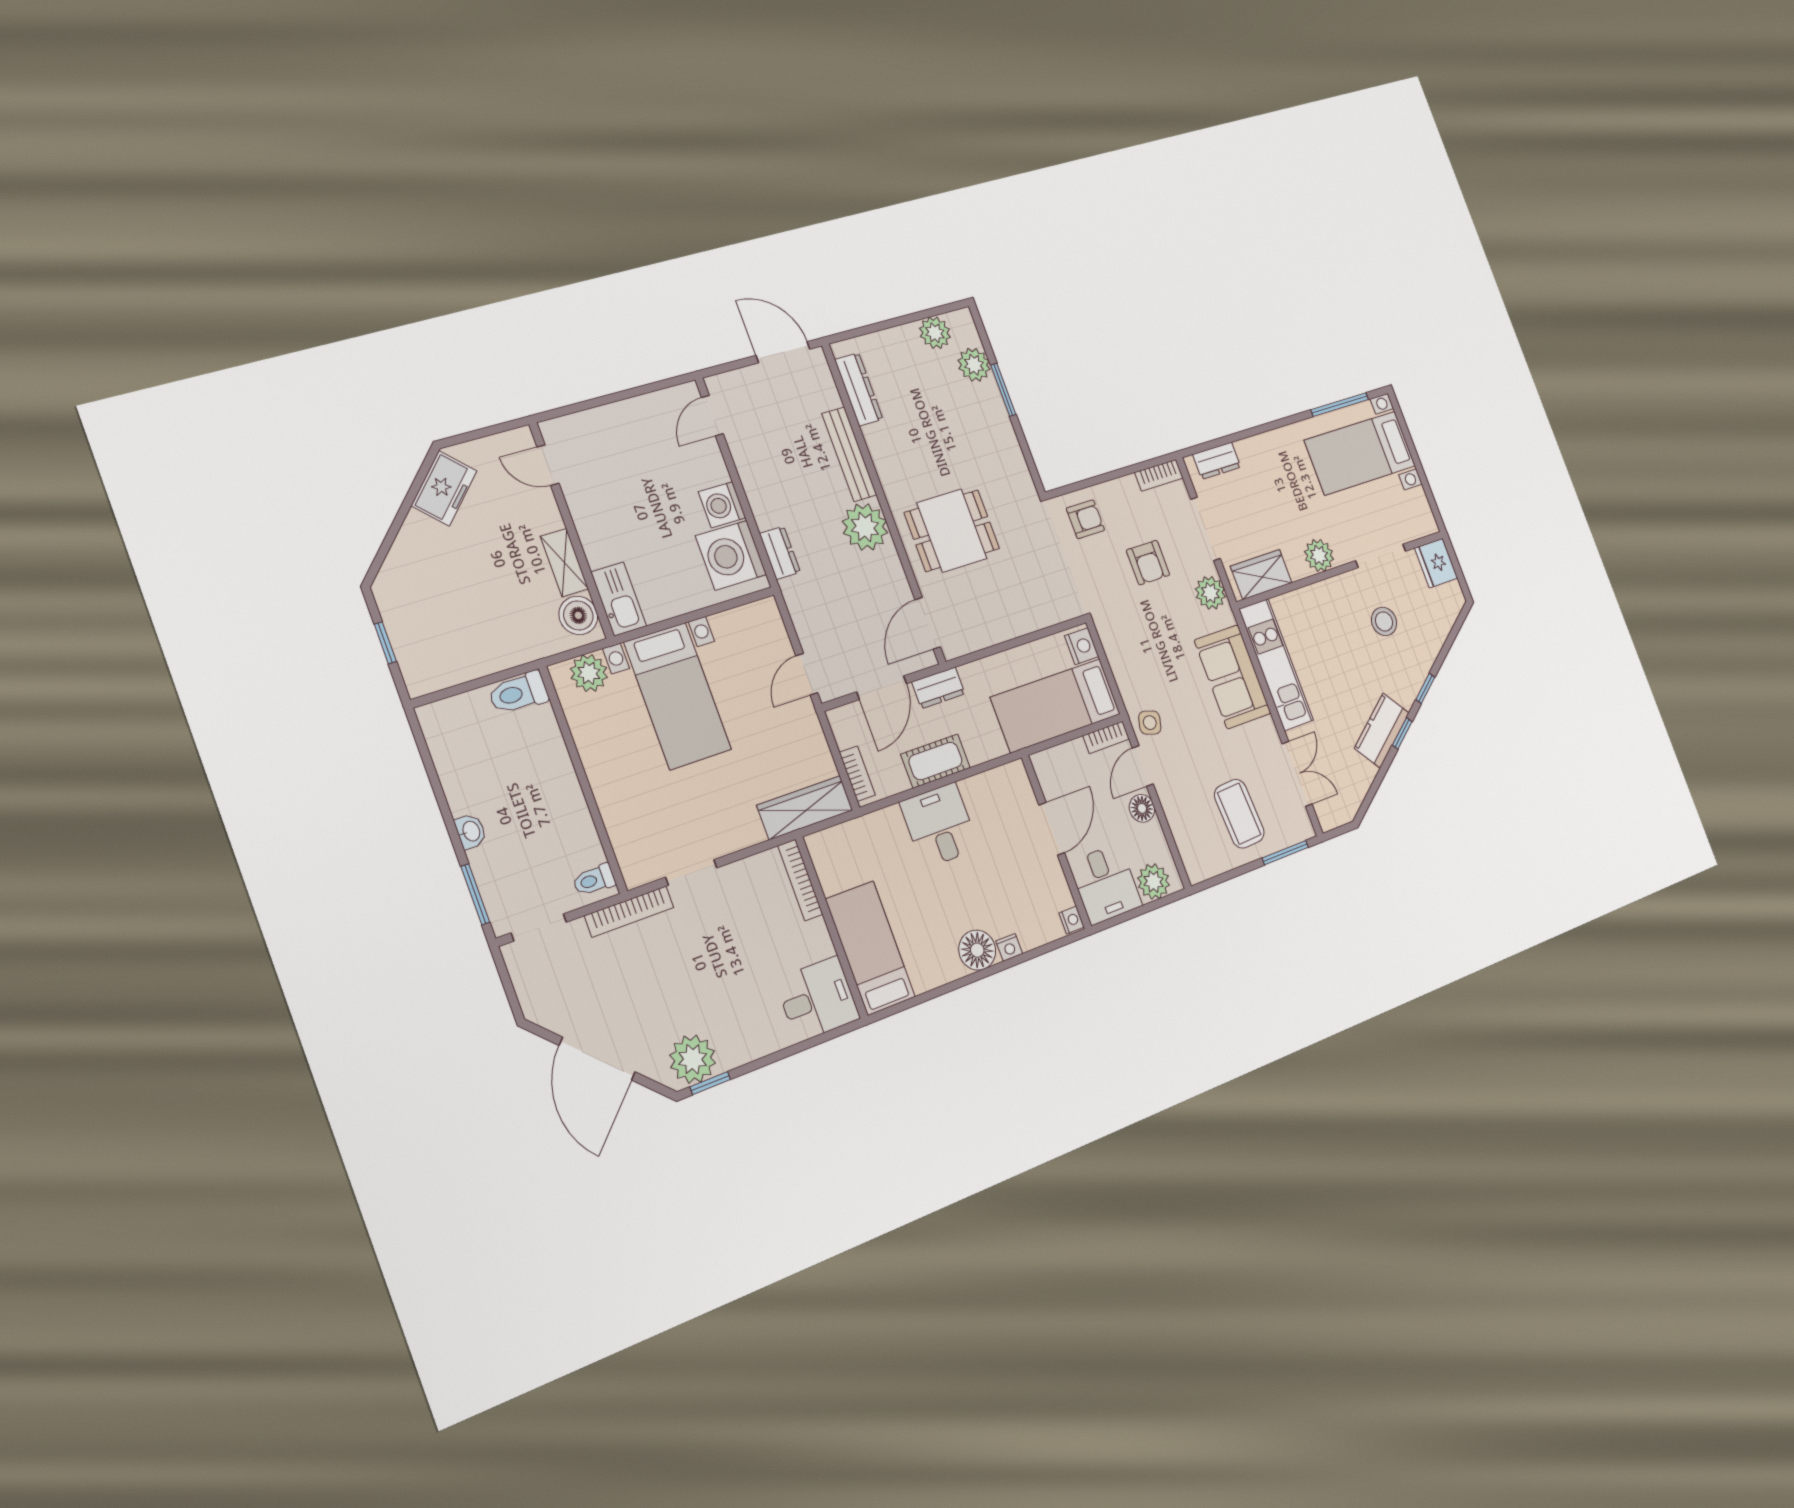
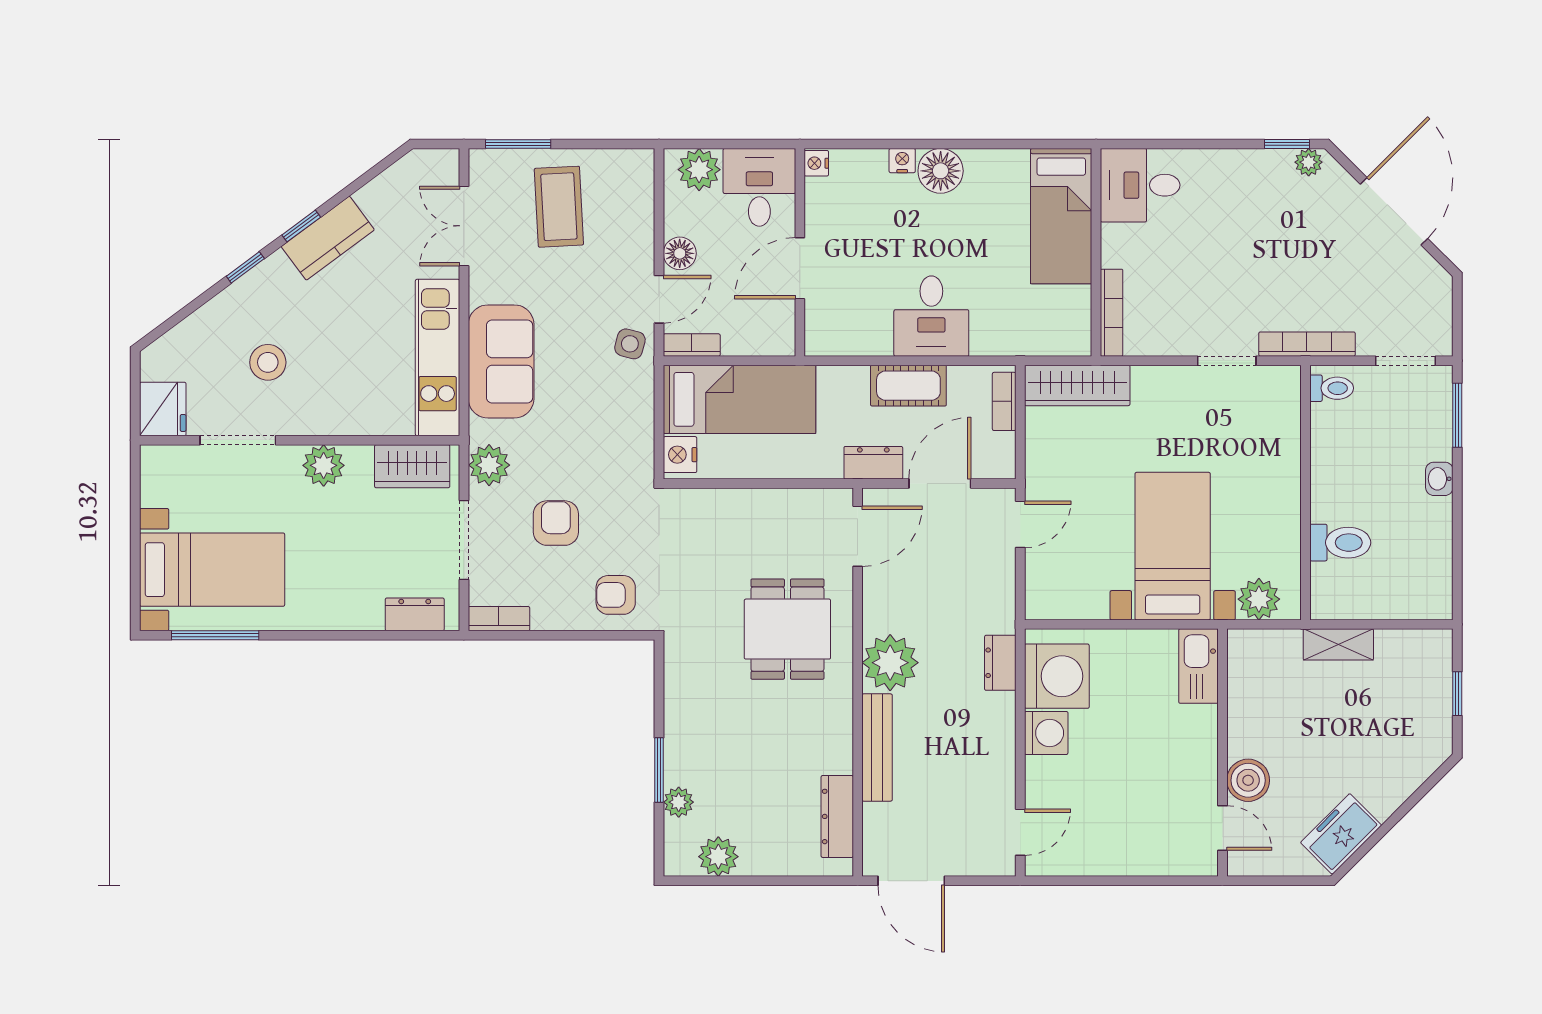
plant: (974, 365) -> (679, 802), width x0.73, depth x0.73
dining table: (952, 531) -> (787, 629), turned 90
shelving: (564, 563) -> (1338, 644), moved, turned 90
boiler: (578, 615) -> (1248, 780), moved
toilet: (518, 693) -> (1340, 543), moved
plant: (693, 1059) -> (1309, 162), width x0.53, depth x0.53

